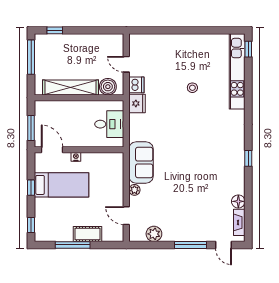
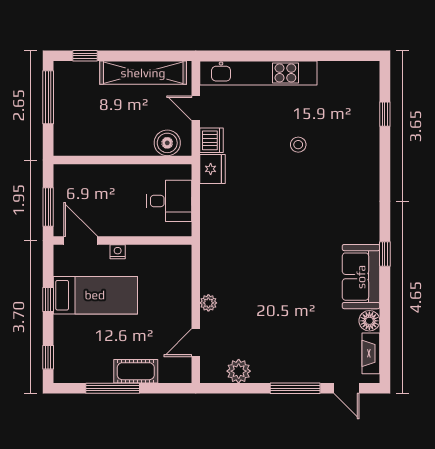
window: (248, 49) -> (385, 114), moved
kitchen unit: (237, 71) -> (258, 73), moved, turned -90
shelving: (71, 87) -> (143, 73), moved
sofa: (141, 163) -> (361, 277), moved, turned 180
door: (126, 216) -> (196, 343), hinge flipped

